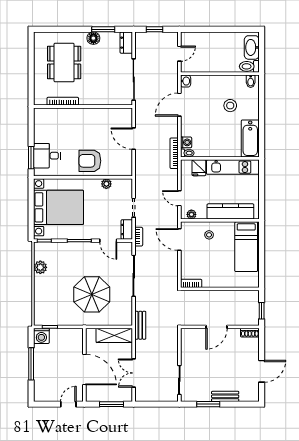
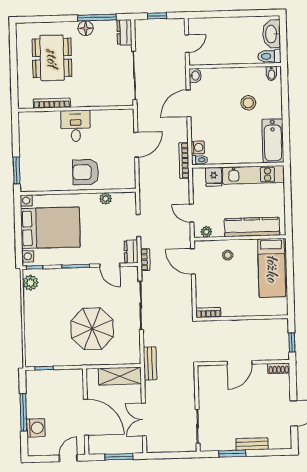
window: (103, 29) -> (97, 18), width x1.44
door: (134, 139) -> (136, 145), swing flipped
desk: (47, 156) -> (76, 126), moved, turned 90
plant: (40, 267) -> (30, 283), moved
washing machine: (41, 336) -> (36, 428), moved, turned -90

